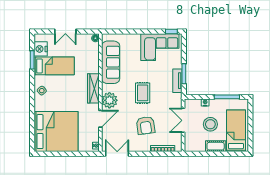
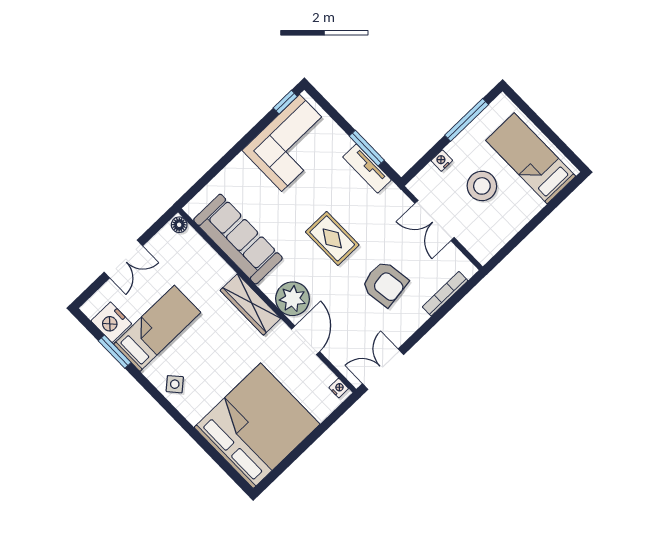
cot: (216, 146) -> (522, 212), removed

